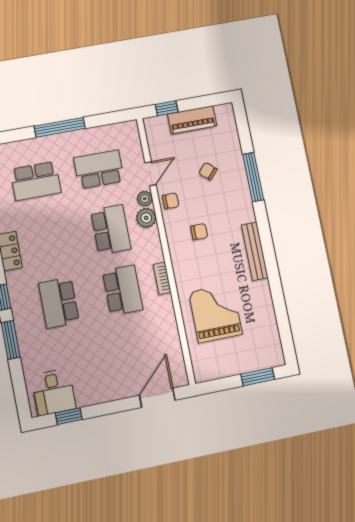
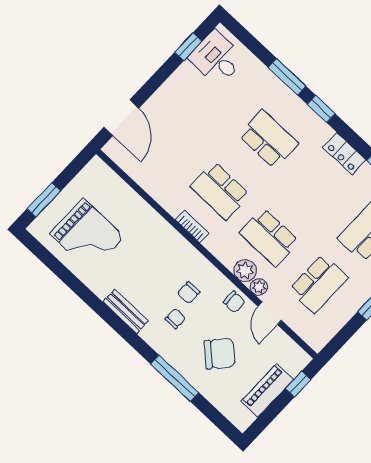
chair: (208, 171) -> (220, 354), width x1.87, depth x1.87
chair: (171, 201) -> (234, 302), turned -90
chair: (222, 220) -> (175, 319), added
bench: (255, 251) -> (126, 311), width x0.73
grand piano: (215, 313) -> (87, 235), moved

